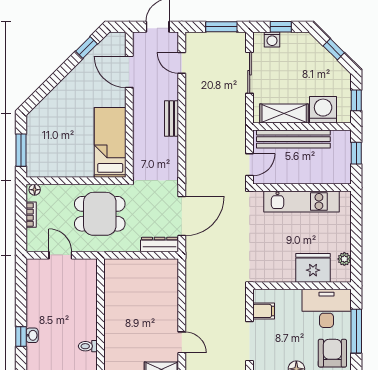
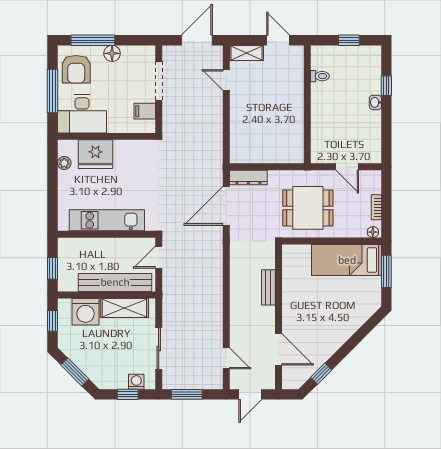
window: (334, 49) -> (75, 372), width x1.50
bench: (172, 119) -> (268, 287), moved
bed: (110, 142) -> (347, 260), moved, turned 90
washbasin: (32, 335) -> (375, 102), moved

